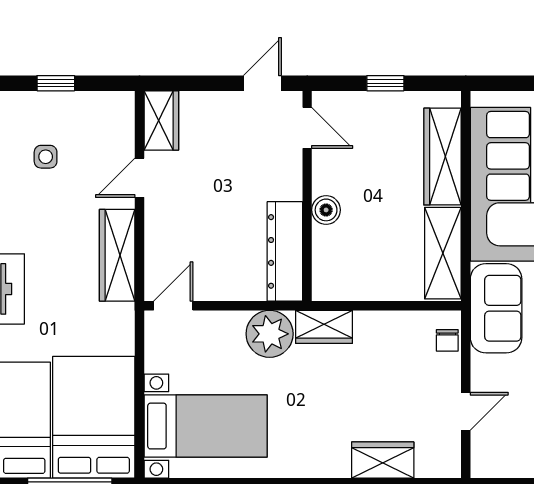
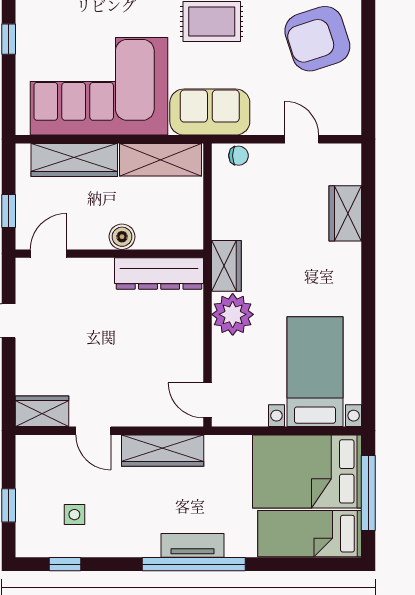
door: (307, 128) -> (49, 254), moved
wall: (307, 196) -> (109, 254), moved
boiler: (326, 210) -> (122, 237), moved
dresser: (285, 251) -> (159, 274), moved

